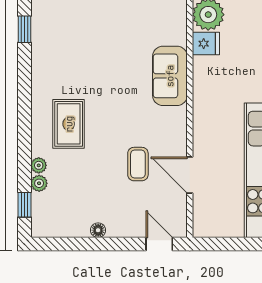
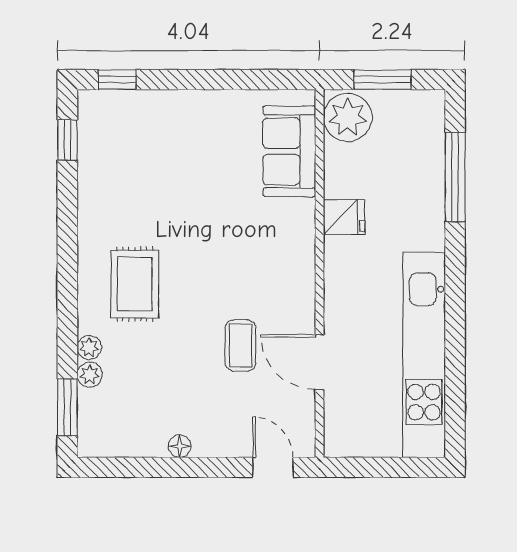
fridge: (206, 44) -> (344, 217), moved
sofa: (170, 76) -> (289, 151), moved
window: (24, 205) -> (67, 407), width x1.50

